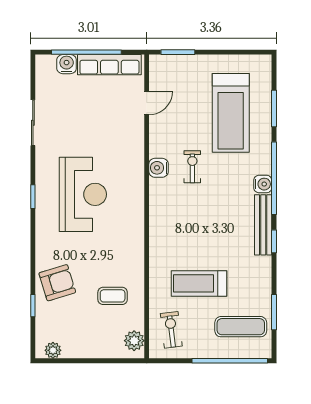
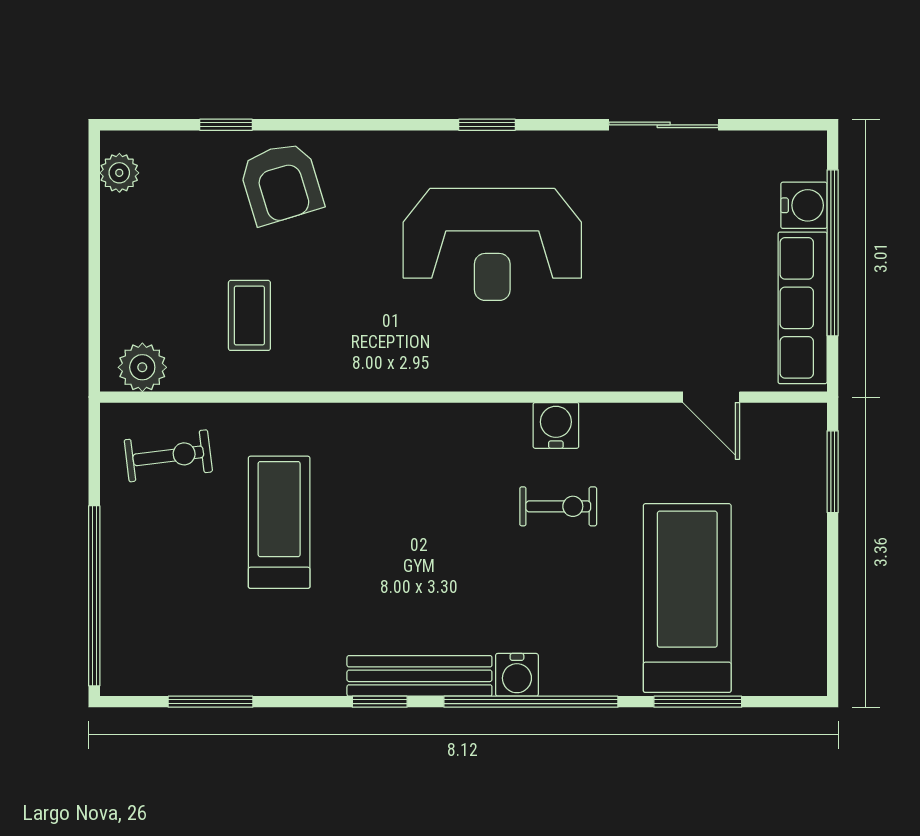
treadmill: (231, 113) -> (687, 598), turned 90
exercise mat: (241, 327) -> (176, 622), removed

